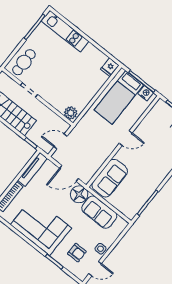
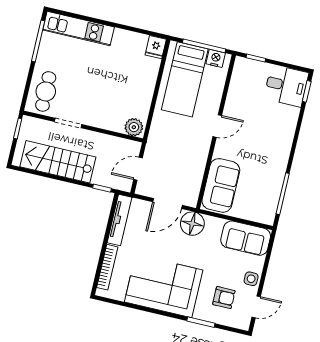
sofa: (99, 212) -> (246, 238), moved

